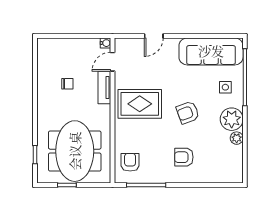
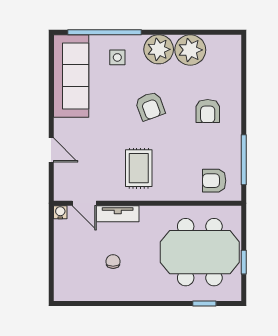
rug: (140, 104) -> (139, 168), width x0.73, depth x0.70
plant: (237, 138) -> (190, 50), width x1.87, depth x1.87

